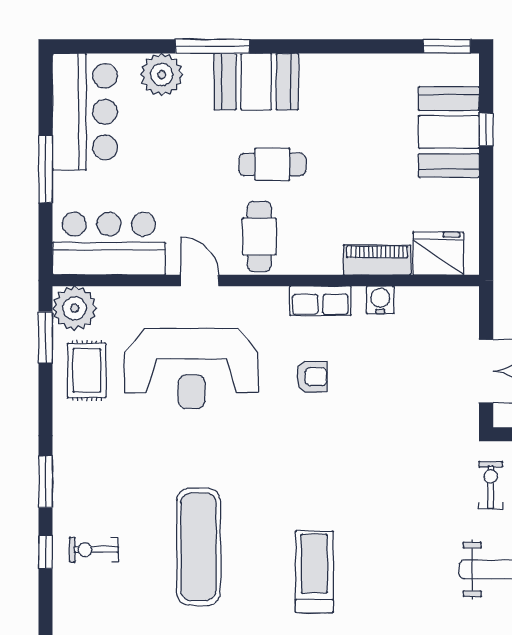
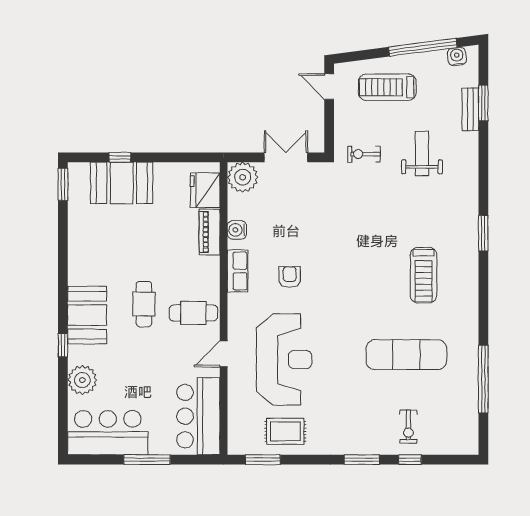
window: (212, 46) -> (63, 345), width x0.46
plant: (75, 308) -> (243, 177), moved
treadmill: (314, 572) -> (424, 275), turned -90

